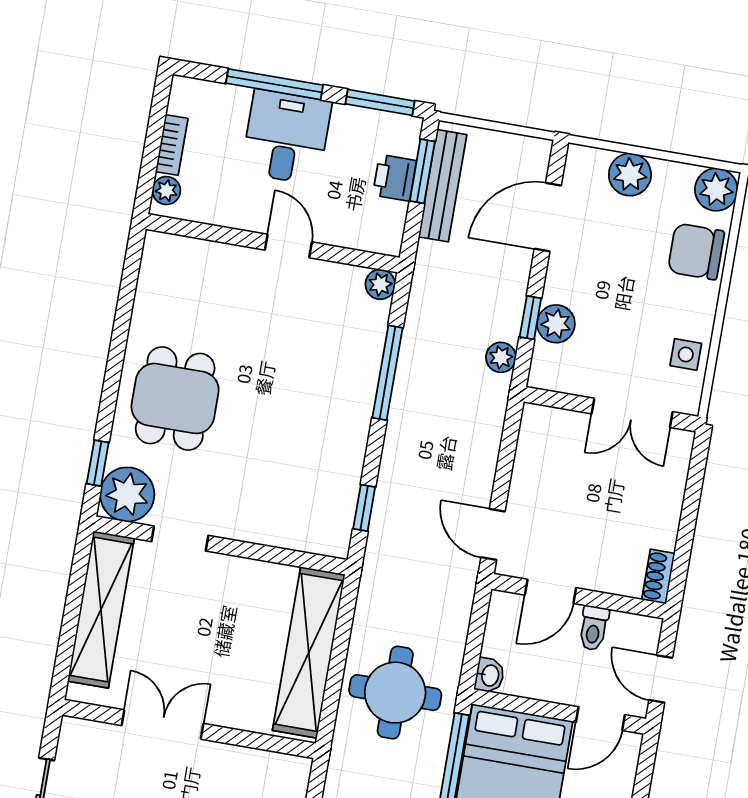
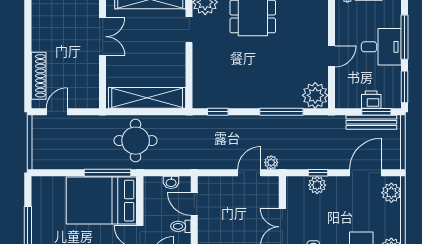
plant: (630, 175) -> (391, 193), moved
door: (548, 217) -> (365, 173), hinge flipped
plant: (380, 284) -> (315, 95), width x1.87, depth x1.87
plant: (501, 357) -> (271, 162), moved
door: (493, 534) -> (249, 173), moved
washbasin: (489, 675) -> (171, 182), moved

